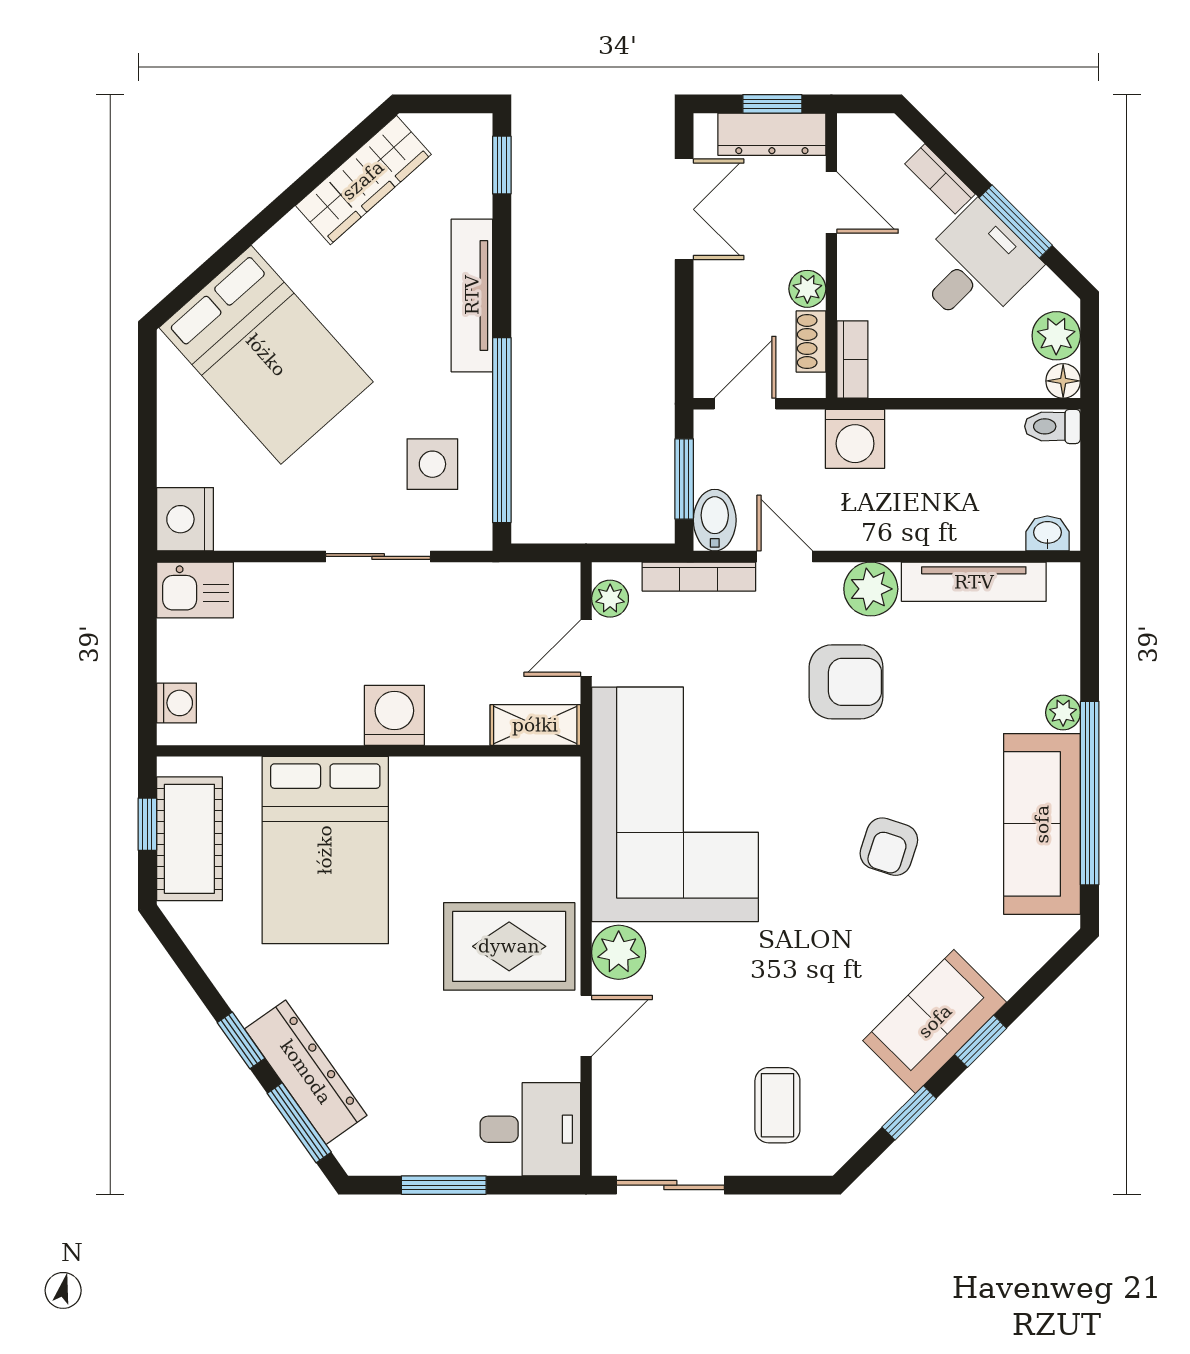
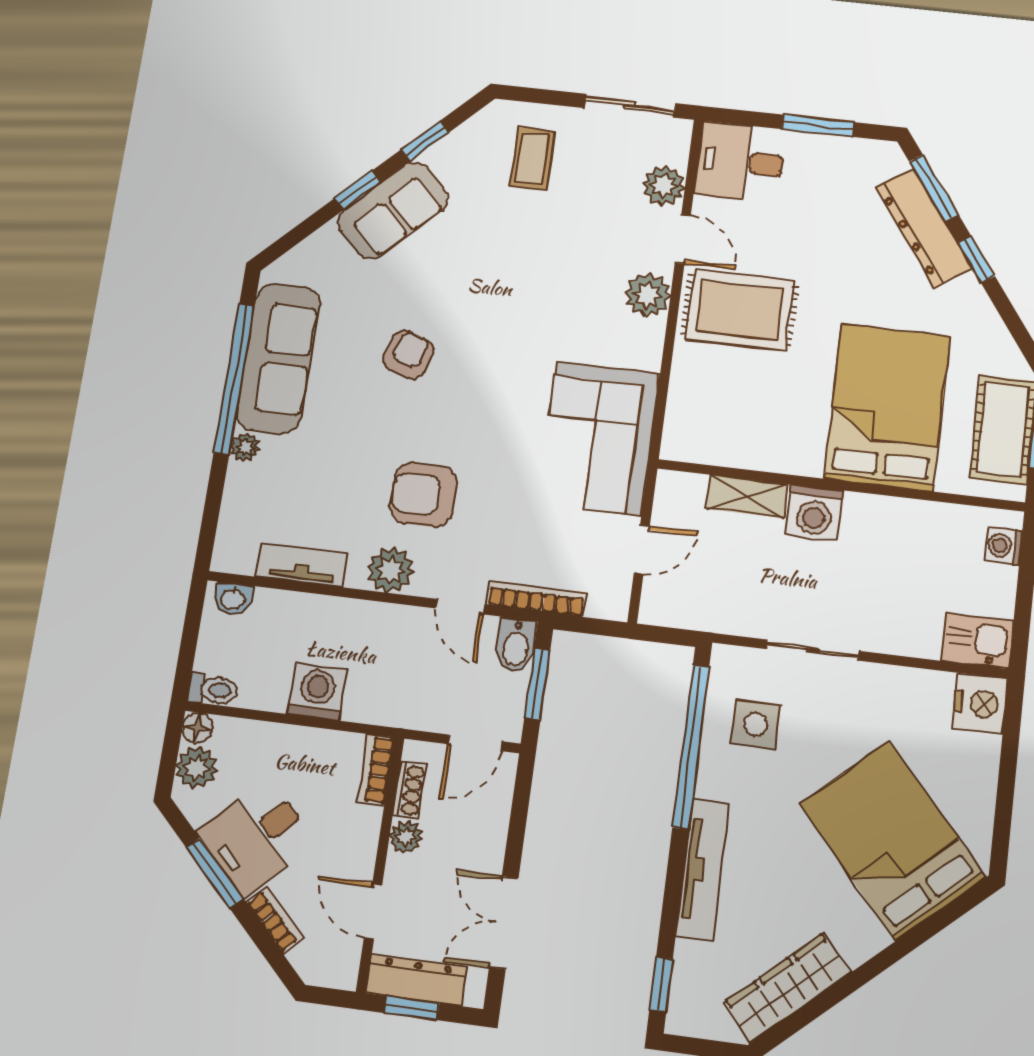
washing machine: (855, 439) -> (317, 692), moved
tv unit: (974, 582) -> (302, 566), width x0.71
plant: (610, 599) -> (664, 186), moved, width x1.38, depth x1.38
shelving: (535, 725) -> (747, 496), moved
corner sofa: (675, 804) -> (599, 438), width x0.73, depth x0.74
door: (586, 1026) -> (683, 239), swing flipped

